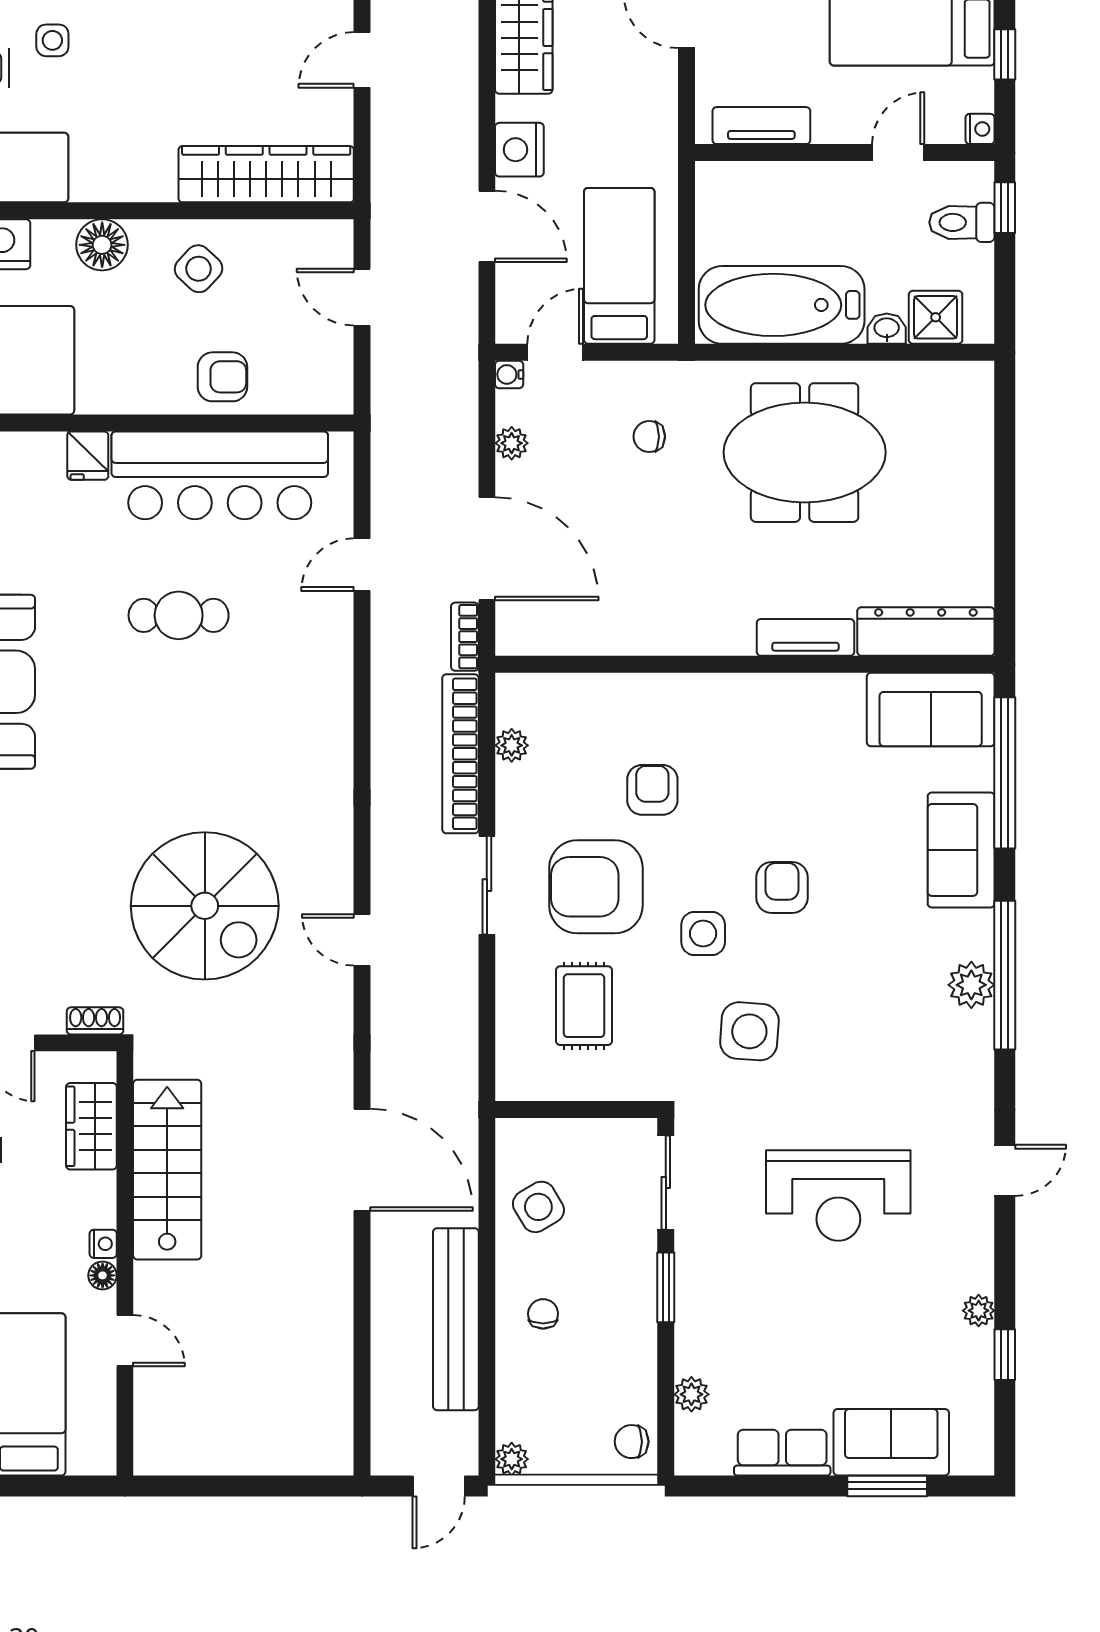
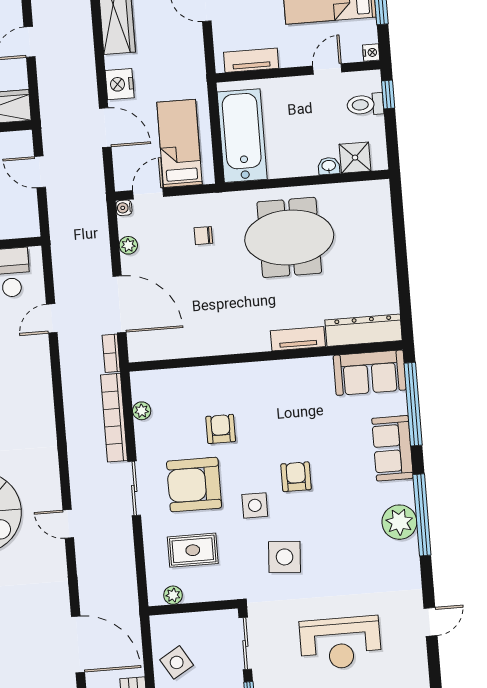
bathtub: (782, 305) -> (242, 136), moved, turned 90
plant: (971, 985) -> (399, 522), width x1.36, depth x1.36
rug: (584, 1006) -> (193, 550), turned 90
plant: (542, 1084) -> (173, 595), added

